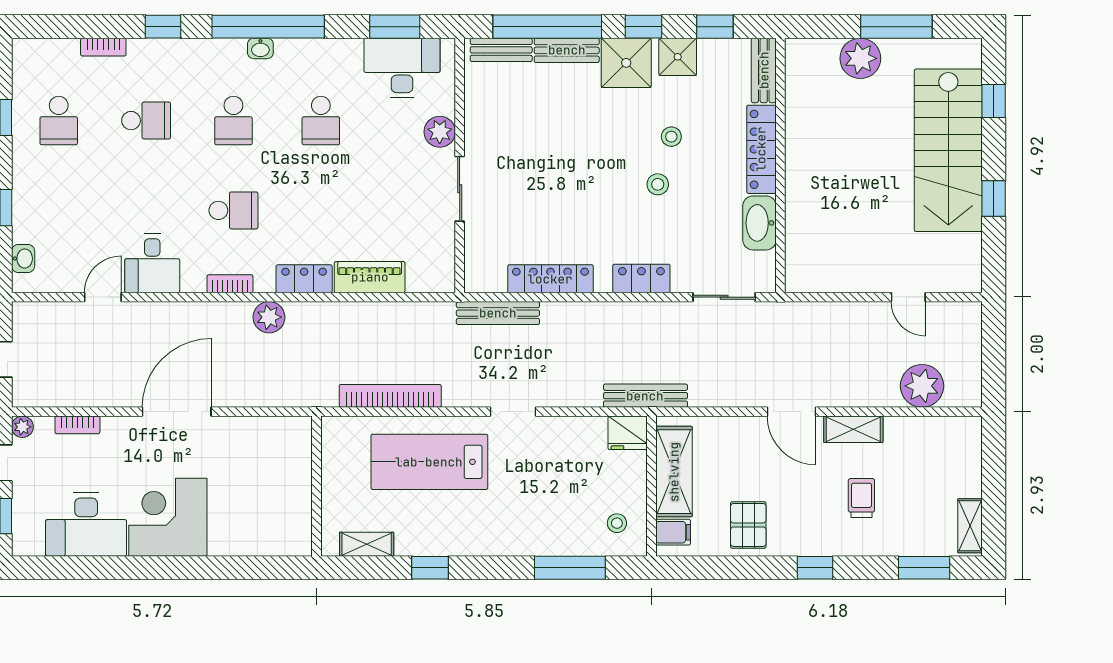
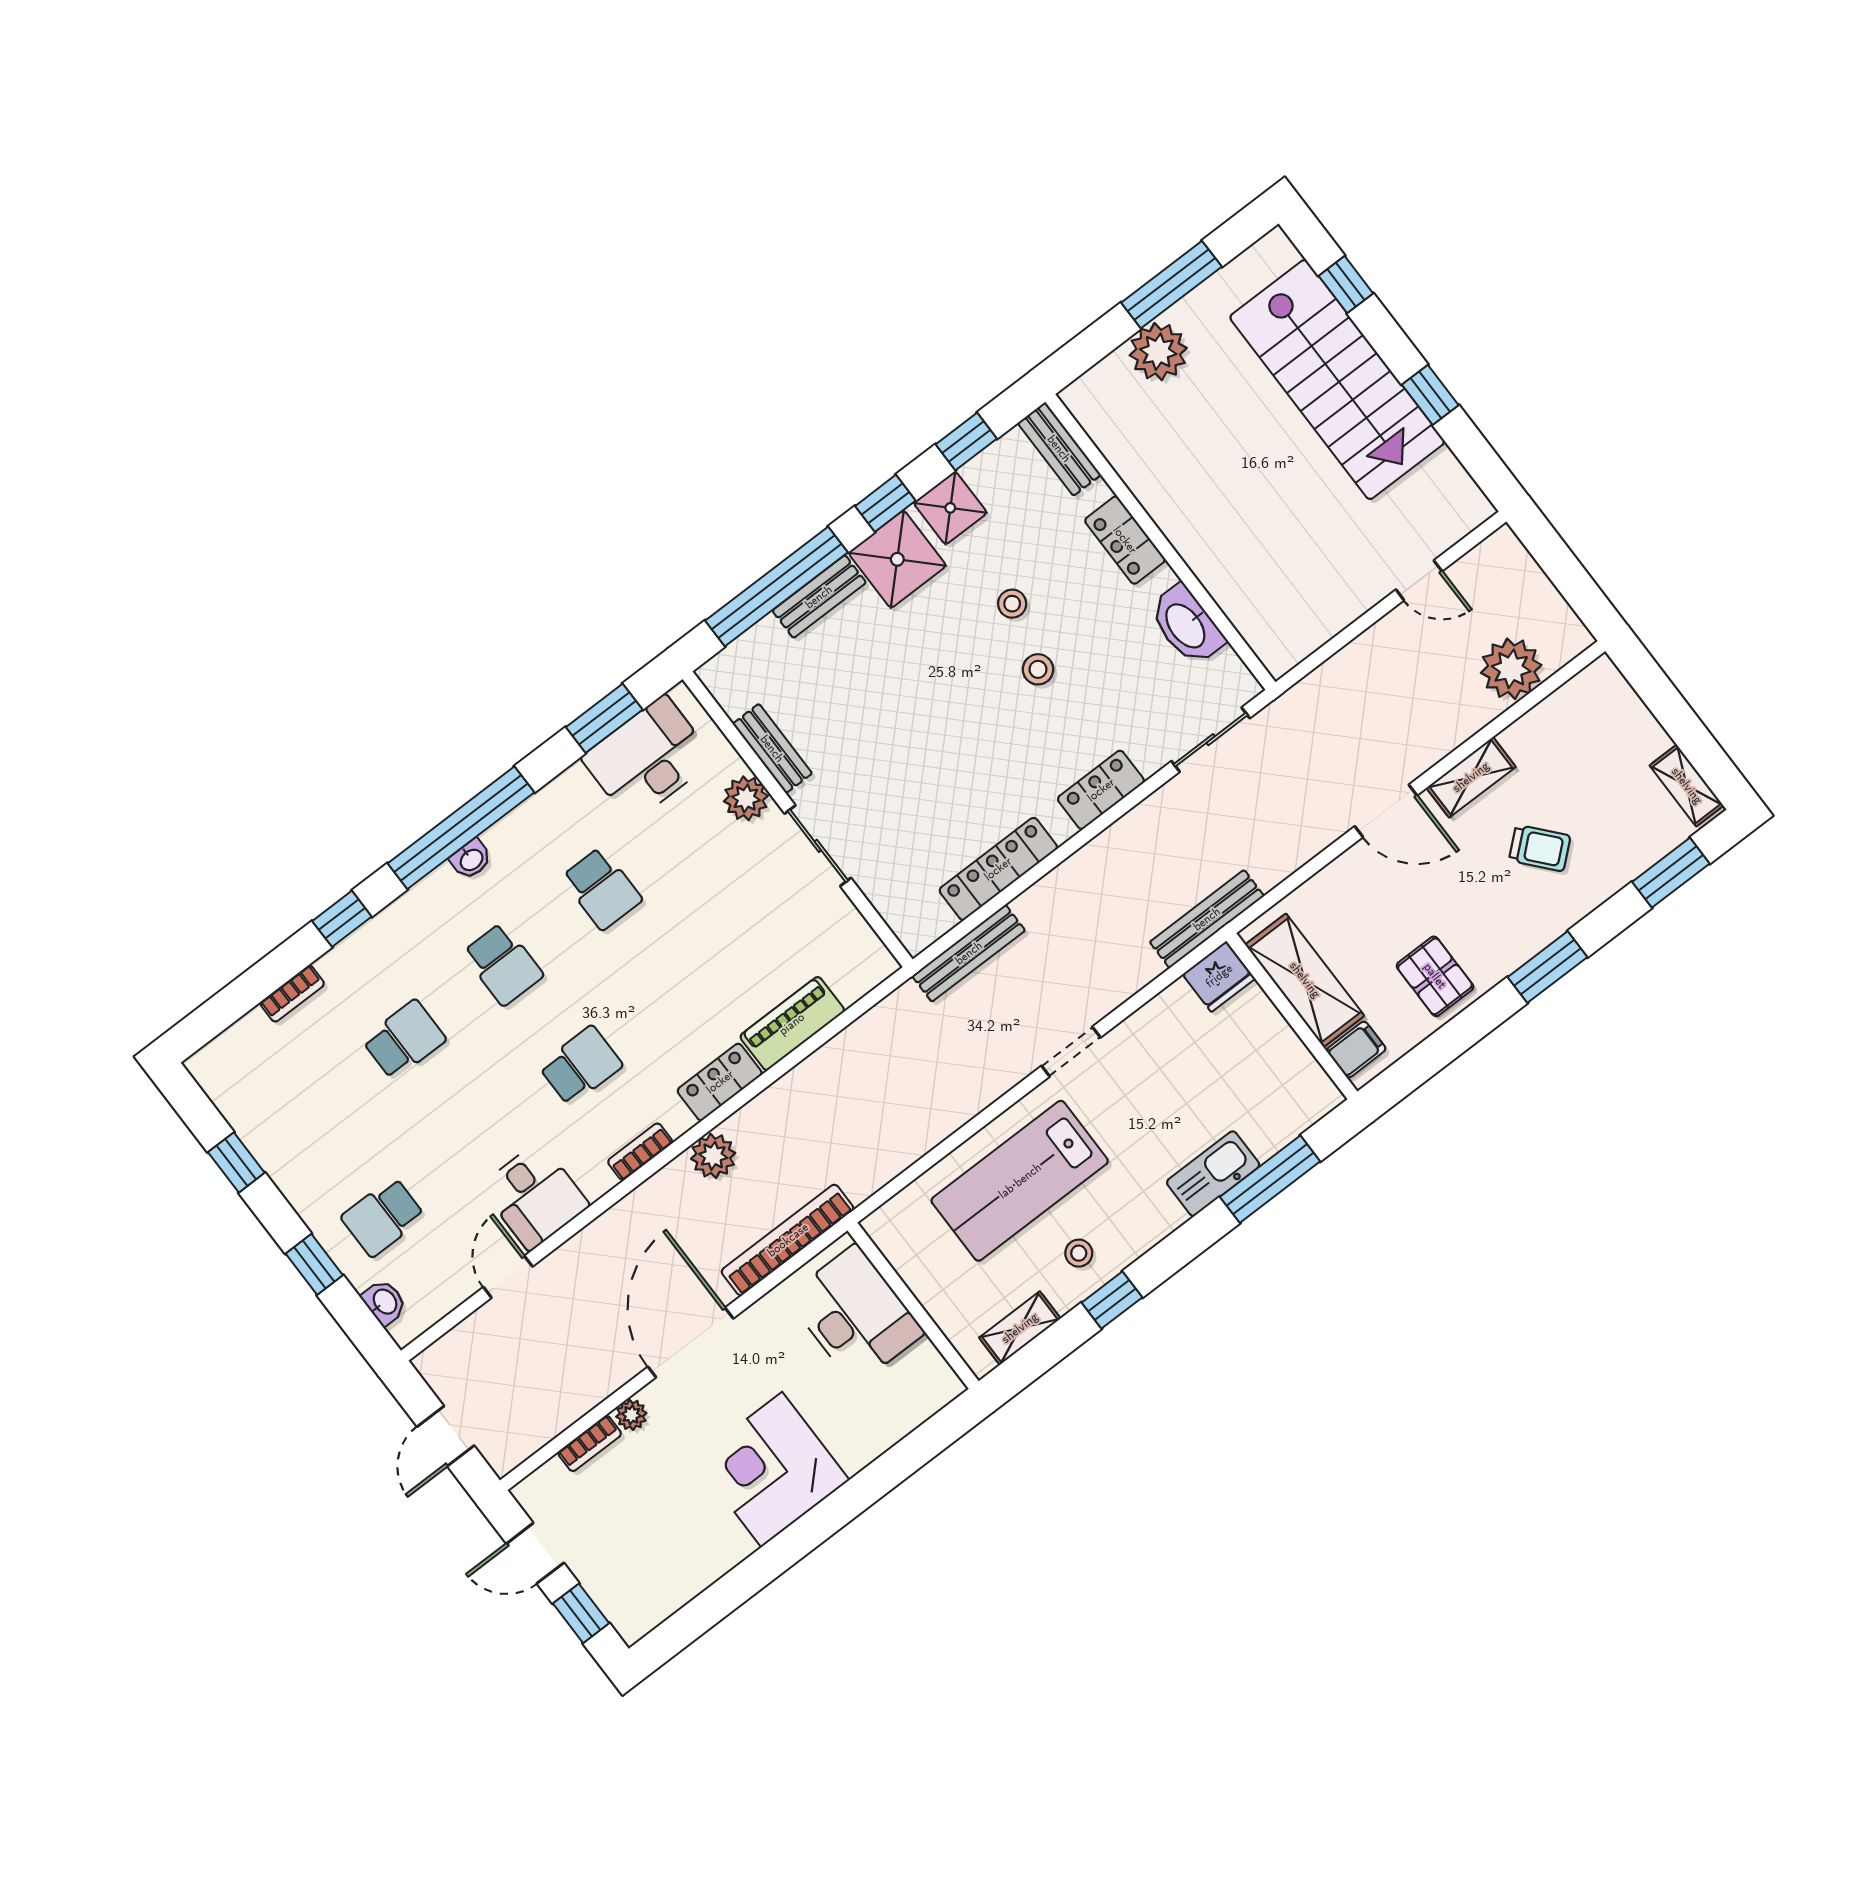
bench: (501, 50) -> (772, 749), moved, turned 90
school desk: (59, 121) -> (383, 1217), moved, turned 90
locker: (761, 149) -> (1125, 540), width x0.66
bookcase: (390, 396) -> (788, 1240), moved
plant: (22, 427) -> (631, 1415), moved
trolley: (861, 498) -> (1540, 848), turned 139
stool: (617, 523) -> (1079, 1253), moved
desk: (86, 525) -> (855, 1315), moved, turned -90
kitchen sink: (540, 540) -> (1213, 1174), added
window: (815, 568) -> (1547, 967), width x1.50

